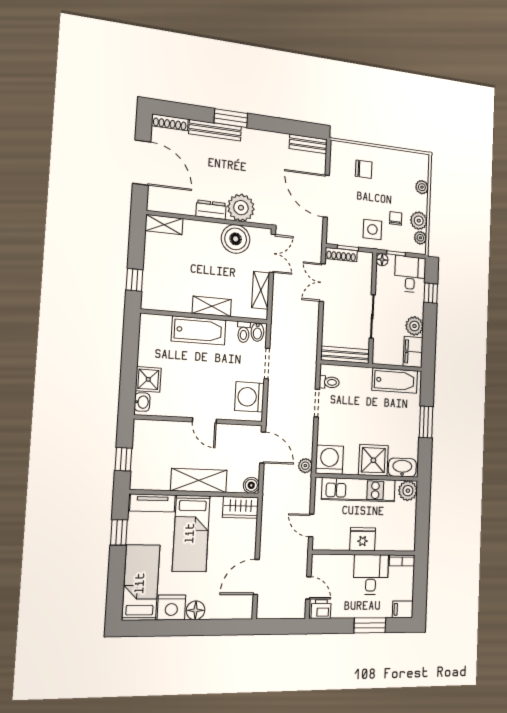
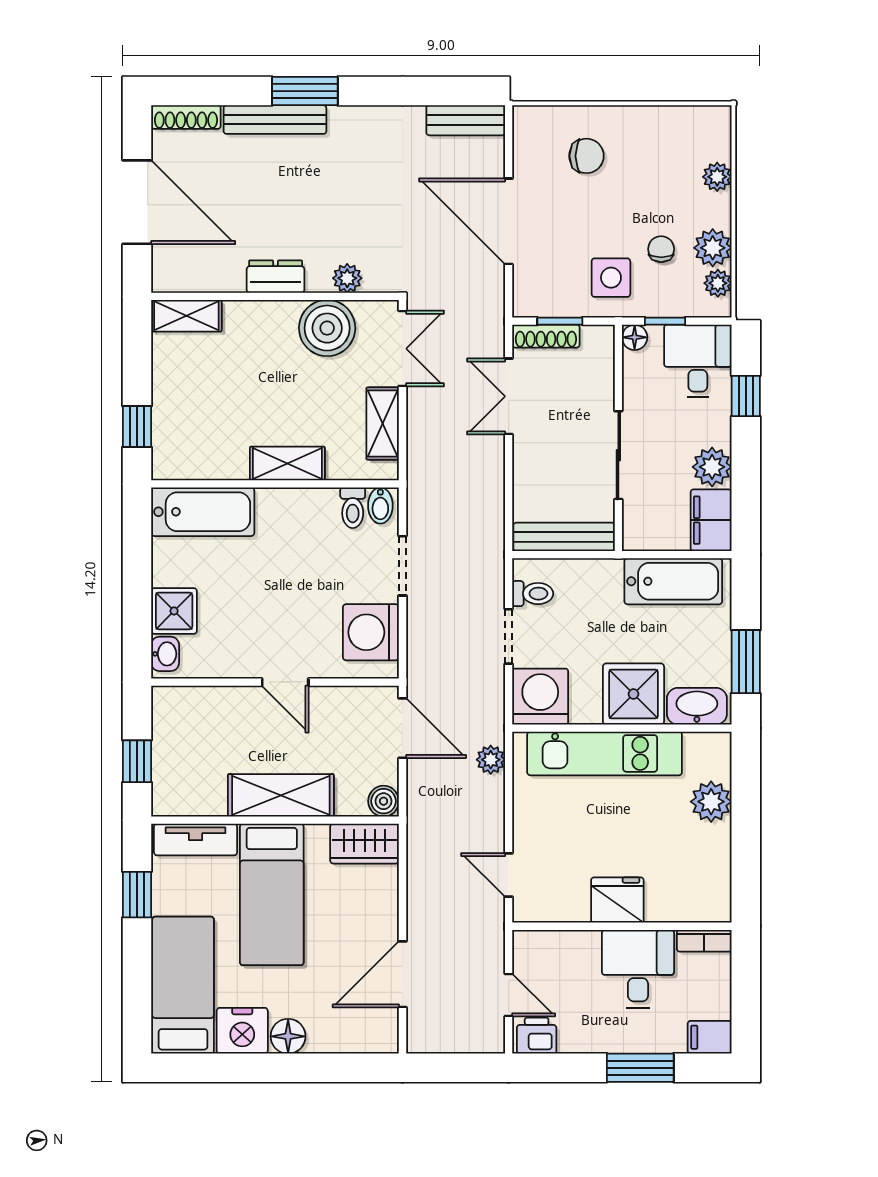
plant: (241, 208) -> (347, 278), width x0.53, depth x0.53
bathtub: (199, 330) -> (203, 512), moved
washing machine: (329, 460) -> (540, 697), moved
shower: (373, 460) -> (633, 694), moved
washbasin: (402, 468) -> (697, 706), moved
wall: (367, 477) -> (622, 728), moved
kitchen unit: (359, 490) -> (605, 753), moved

